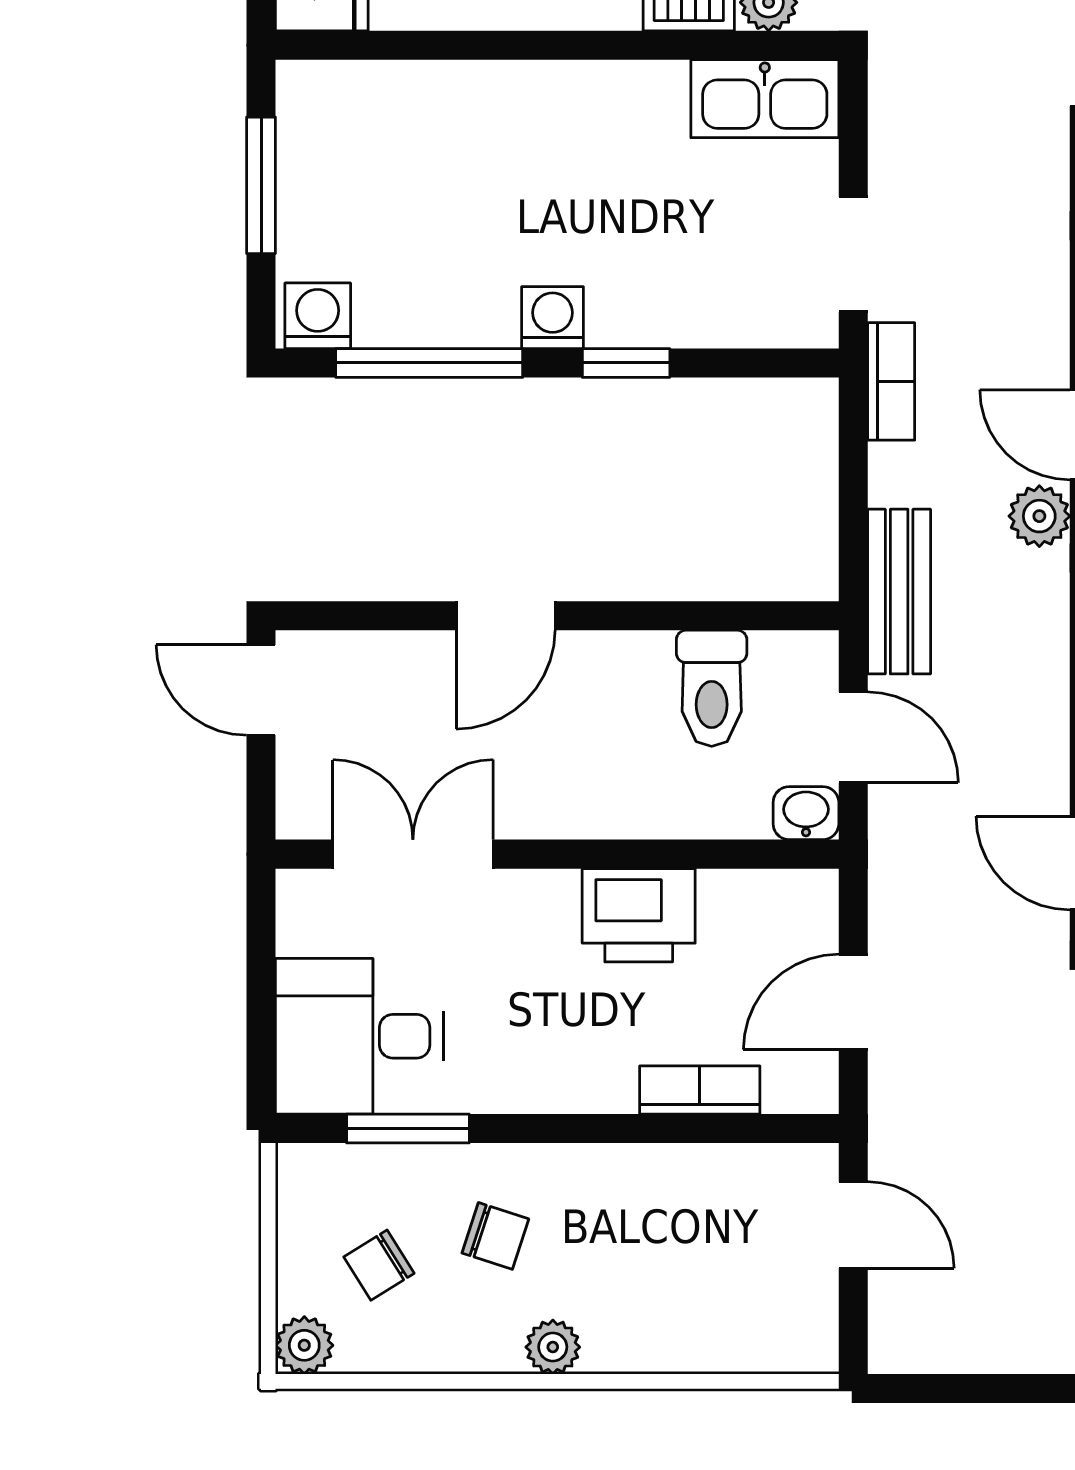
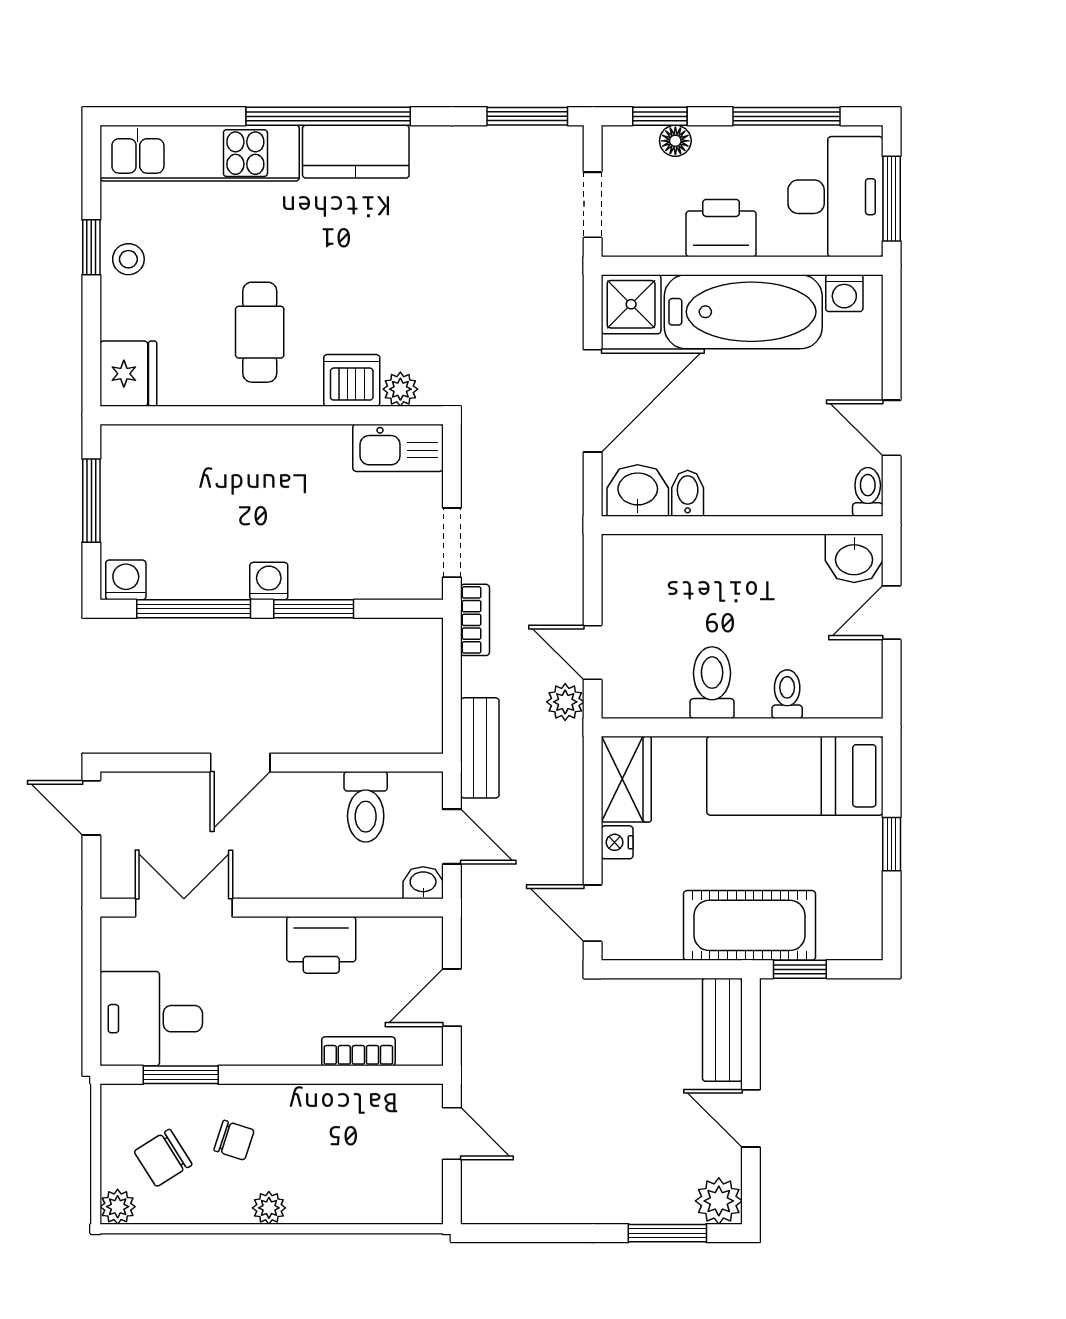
window: (626, 363) -> (314, 609), width x1.50
chair: (379, 1265) -> (163, 1158), width x1.37, depth x1.37

